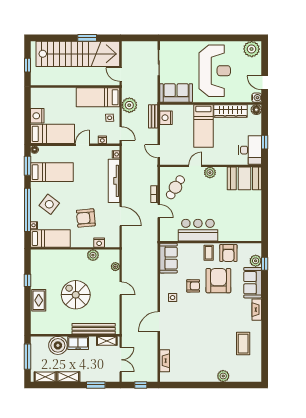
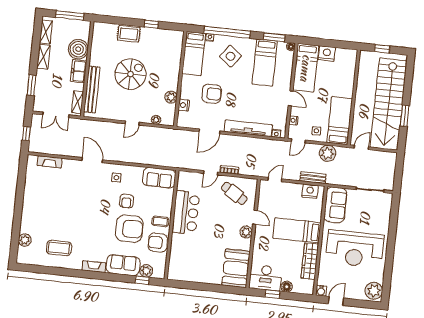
floor lamp: (256, 110) -> (287, 287), moved
armchair: (86, 218) -> (212, 94), turned 95
plant: (223, 376) -> (25, 240), moved

